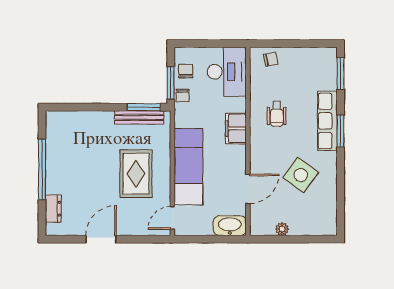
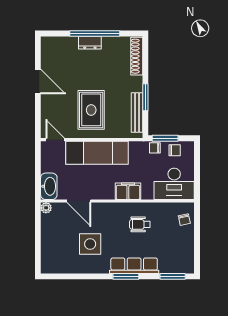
window: (144, 107) -> (145, 97), moved
shoe rack: (70, 118) -> (137, 56), added
rug: (136, 174) -> (91, 110), turned 90
side table: (301, 175) -> (90, 244), turned -36
dresser: (53, 209) -> (90, 43), moved
plant: (282, 229) -> (46, 208), moved

